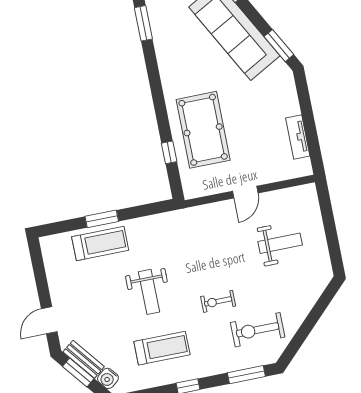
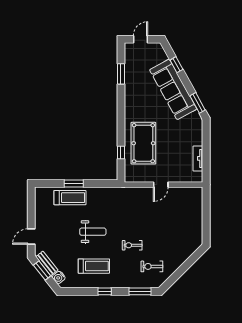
weight bench: (280, 243) -> (175, 219), removed
weight bench: (149, 292) -> (93, 232), turned -90
exercise bike: (258, 330) -> (152, 266), width x0.73, depth x0.72

